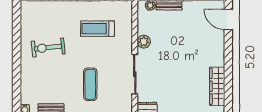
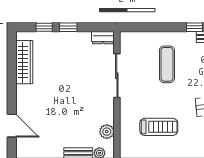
door: (228, 19) -> (12, 126), moved
plant: (144, 42) -> (107, 132), moved

